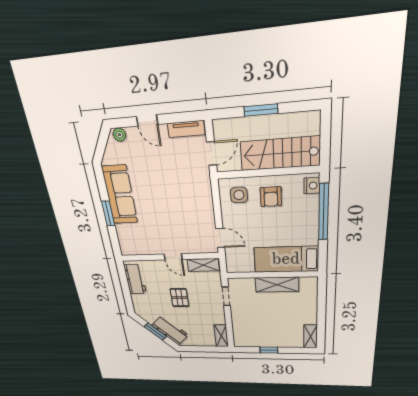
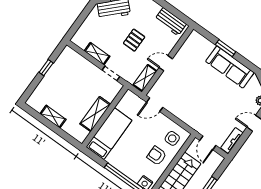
pallet: (179, 298) -> (134, 40), turned 90
shelving: (221, 336) -> (97, 54), moved
shelving: (310, 336) -> (53, 117), moved

